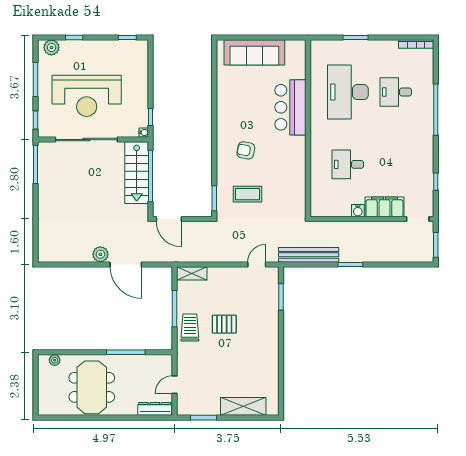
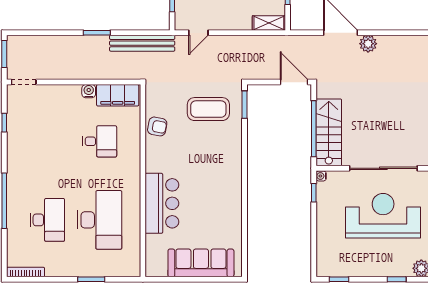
desk: (396, 92) -> (47, 220), width x1.37
armchair: (246, 150) -> (157, 126), moved
coffee table: (248, 194) -> (208, 109), width x1.36, depth x1.32
filing cabinet: (384, 207) -> (118, 95), moved

